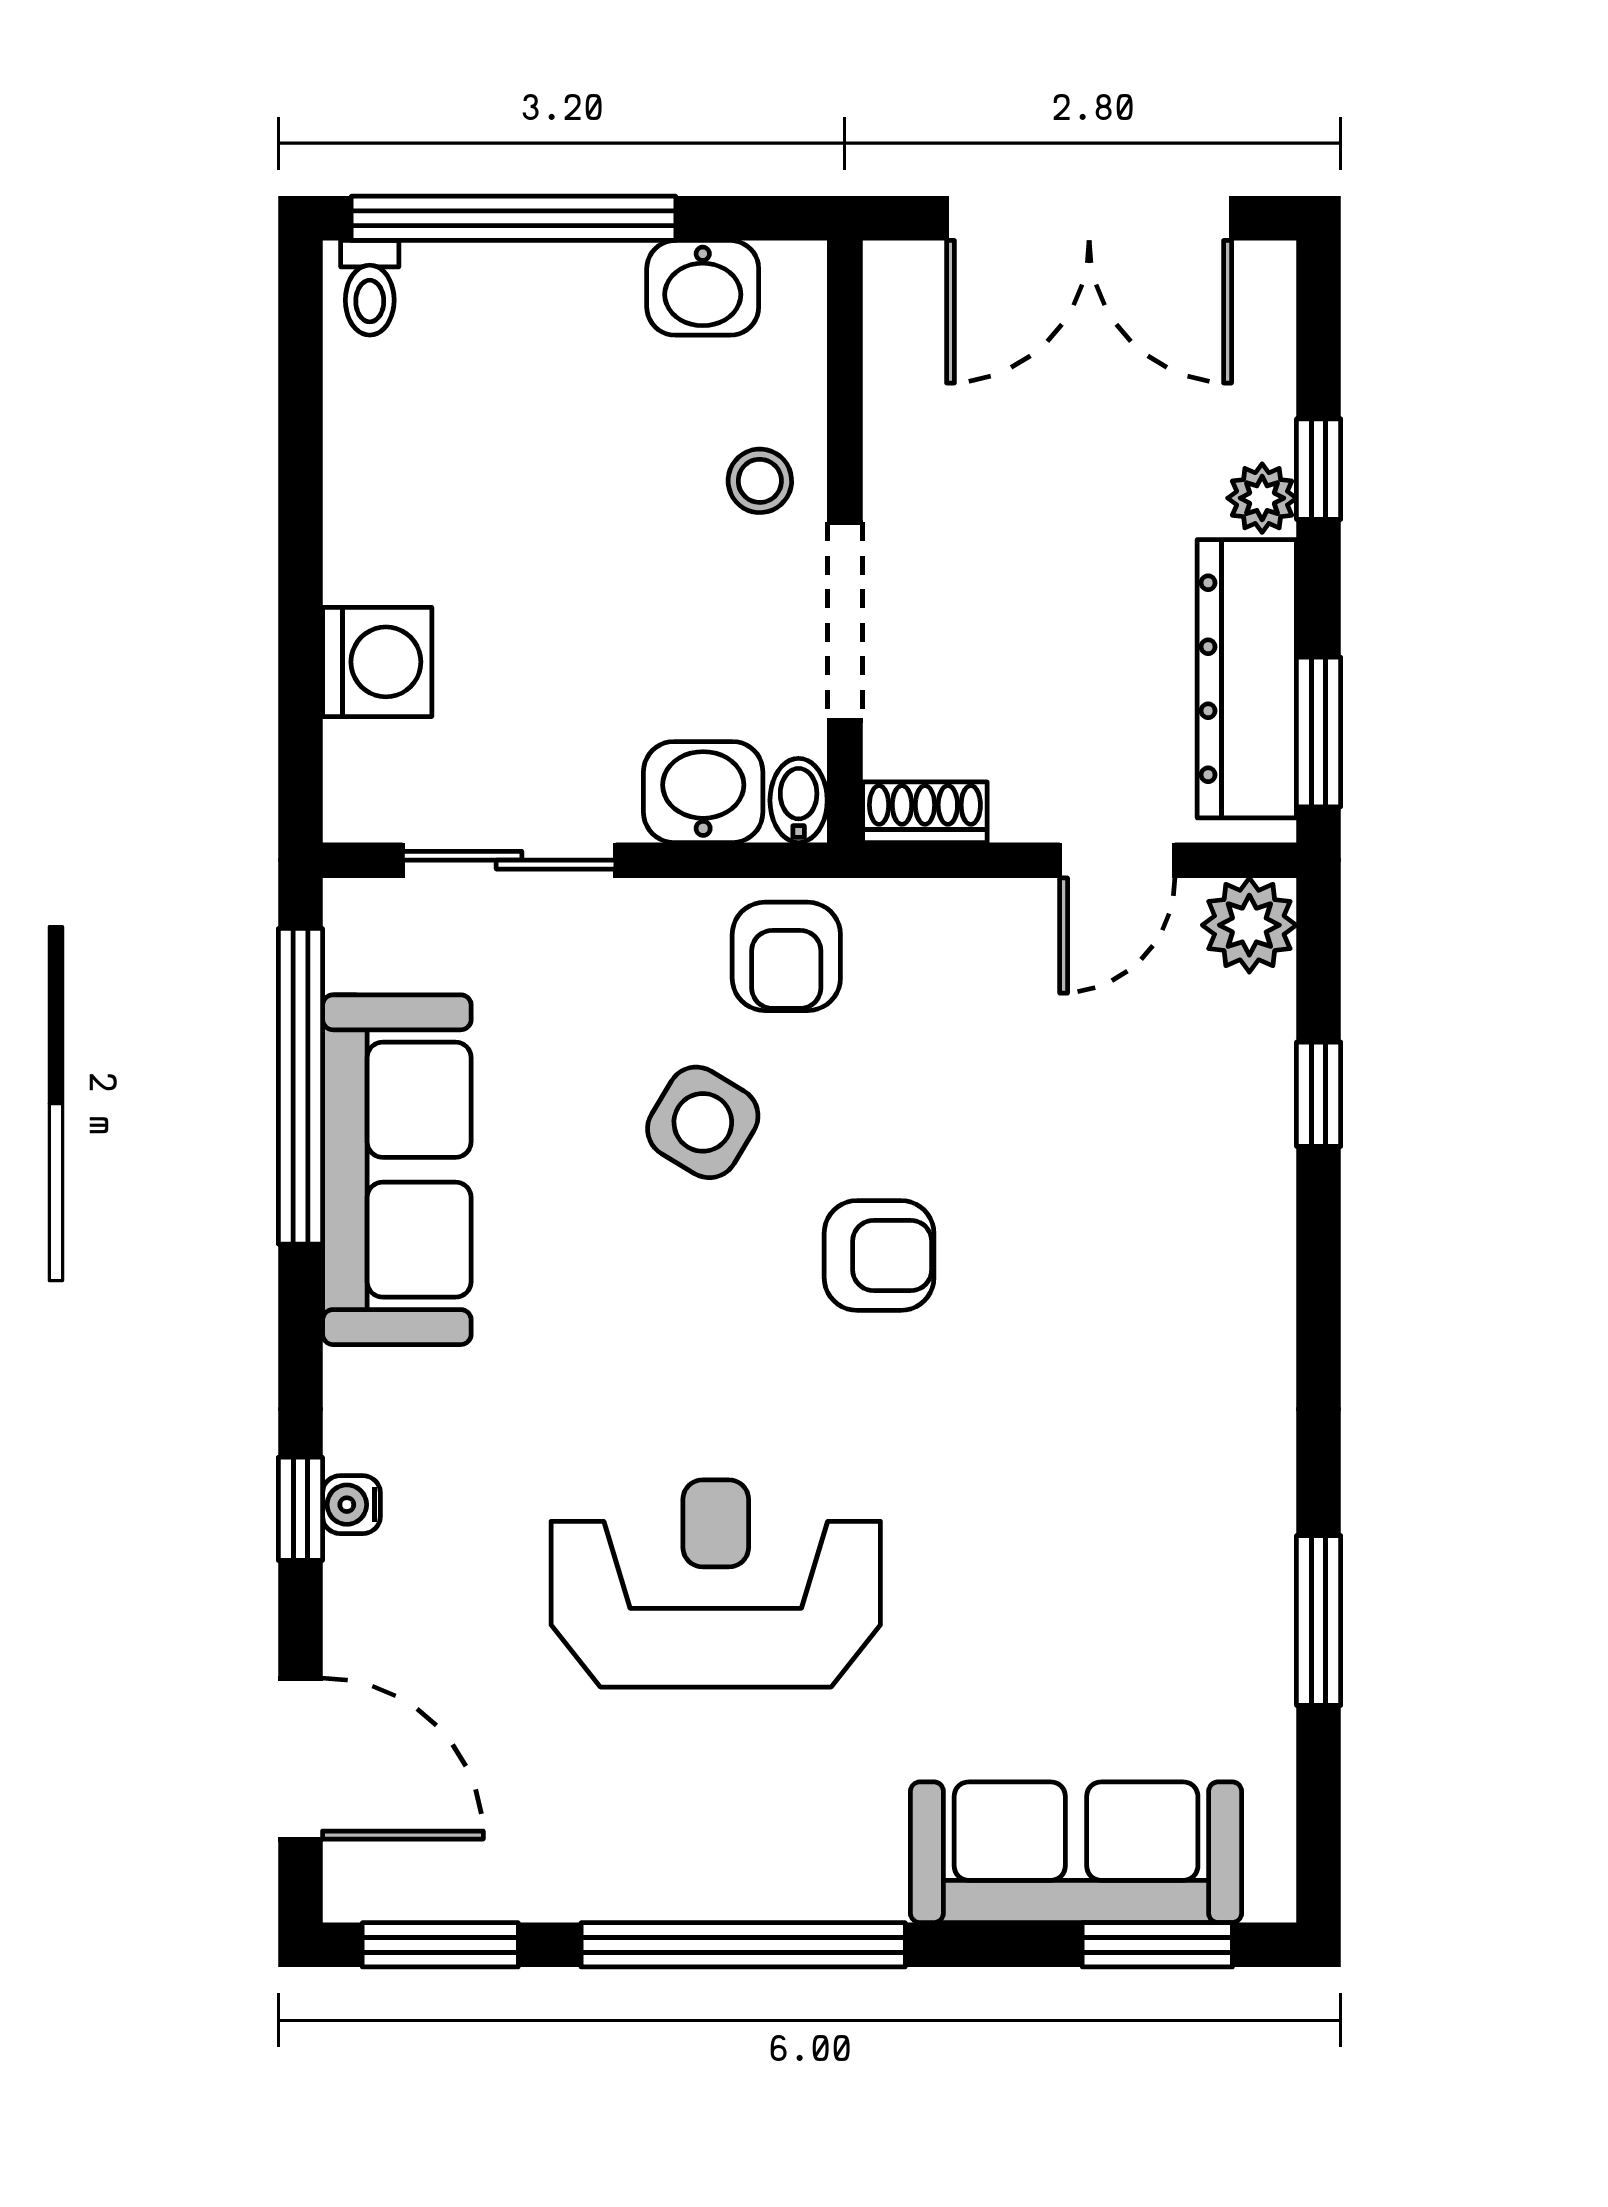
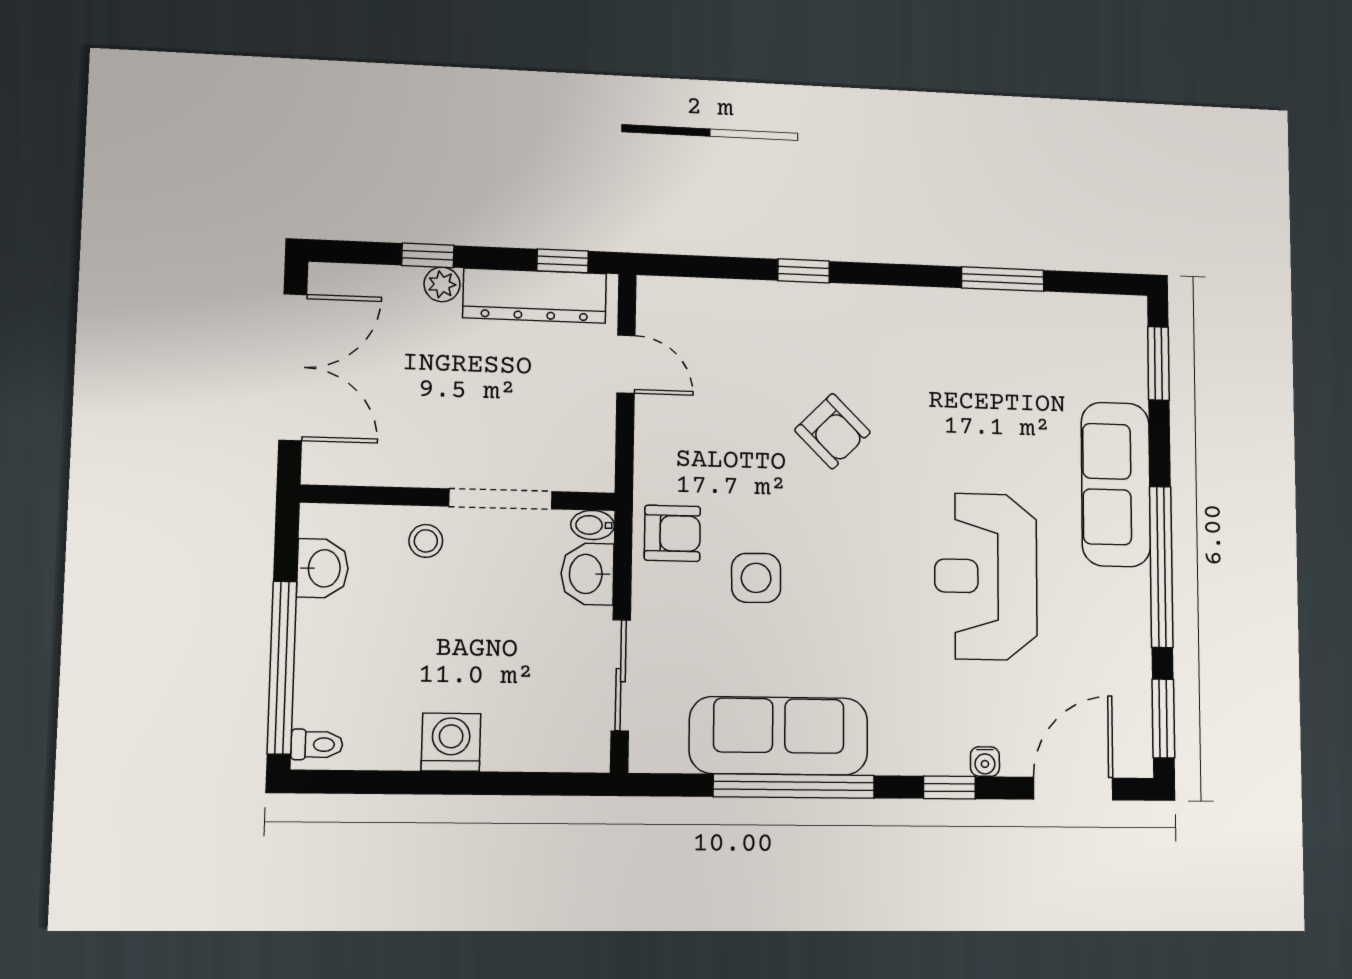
washing machine: (377, 662) -> (451, 742), moved
window: (1319, 732) -> (563, 261), width x0.67
shoe rack: (925, 812) -> (600, 461), removed
plant: (1249, 925) -> (660, 299), removed
window: (300, 1086) -> (794, 786), moved
window: (1319, 1094) -> (804, 271), moved
side table: (703, 1122) -> (756, 578), turned -32
armchair: (879, 1255) -> (832, 431), moved, turned 135
water cooler: (351, 1505) -> (985, 762), moved
sofa: (1076, 1852) -> (1116, 484), moved

